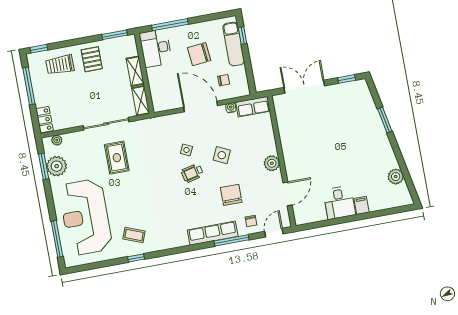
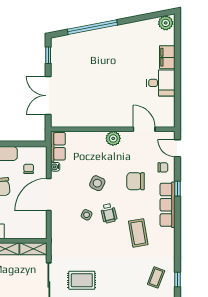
window: (385, 120) -> (92, 27), width x2.11
plant: (396, 177) -> (166, 23), moved
filing cabinet: (361, 205) -> (167, 57), width x2.00
coffee table: (177, 208) -> (138, 233), added
window: (232, 240) -> (177, 189), width x0.46

